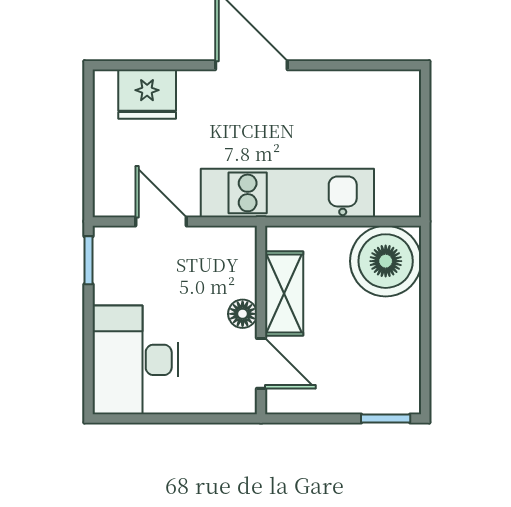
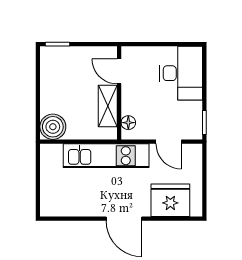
fridge: (147, 94) -> (170, 200), width x1.36, depth x1.34
boiler: (386, 261) -> (53, 127), width x0.73, depth x0.73
floor lamp: (243, 314) -> (128, 123), moved

